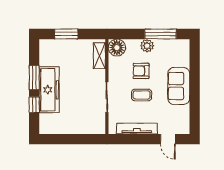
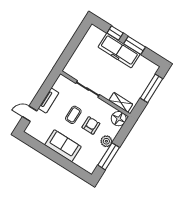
window: (66, 34) -> (151, 88), width x1.44
tv unit: (137, 129) -> (49, 101), width x0.71

